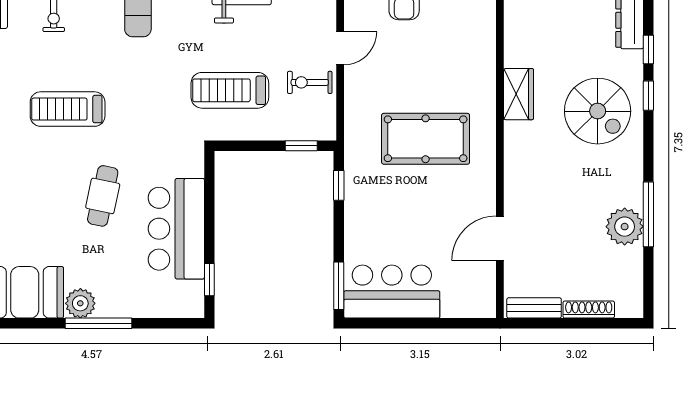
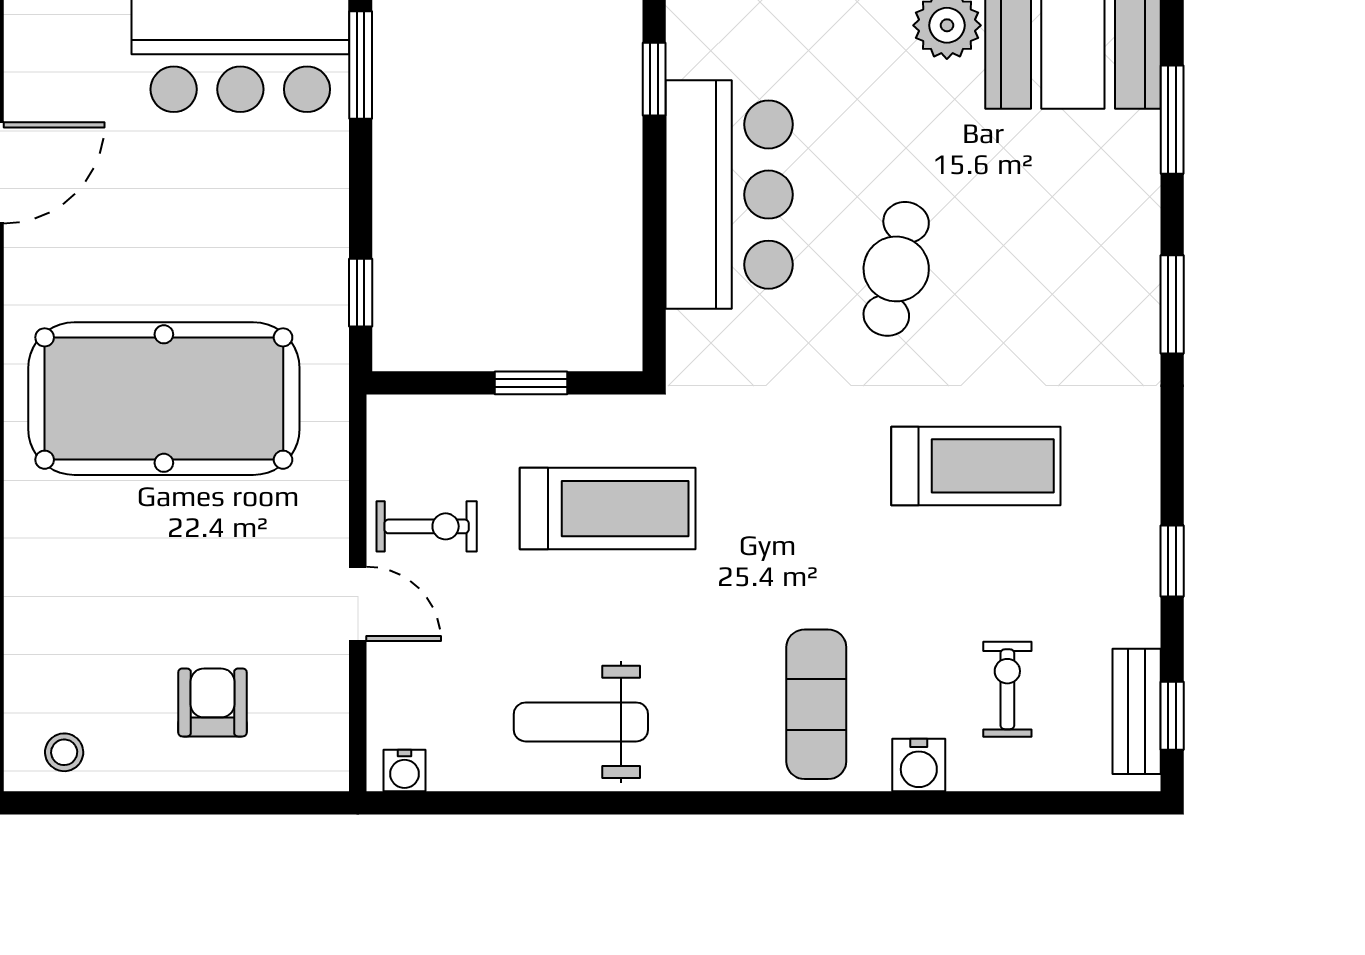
door: (340, 48) -> (358, 604), swing flipped
pool table: (426, 139) -> (164, 399), width x1.36, depth x1.32
window: (301, 146) -> (531, 383), moved

